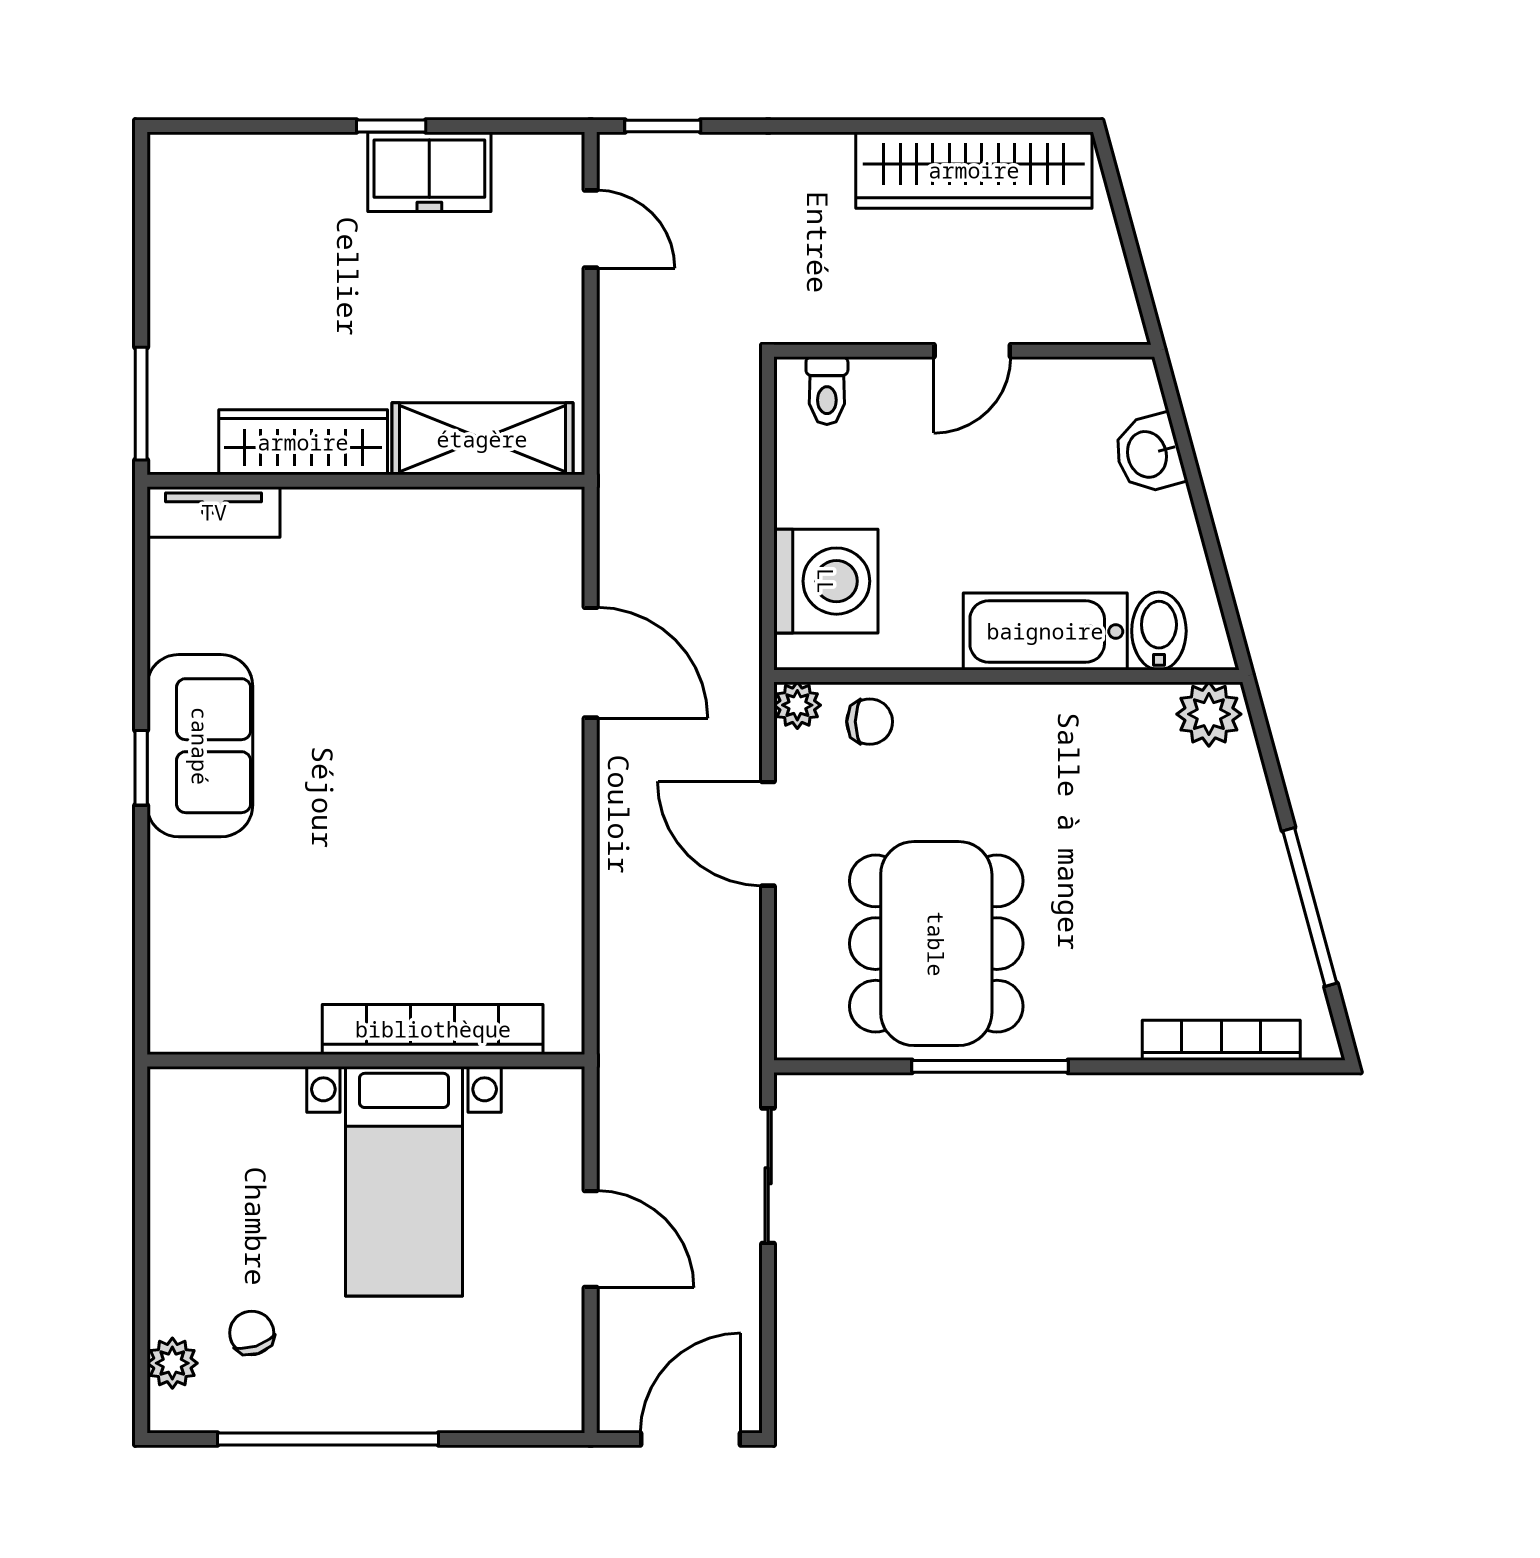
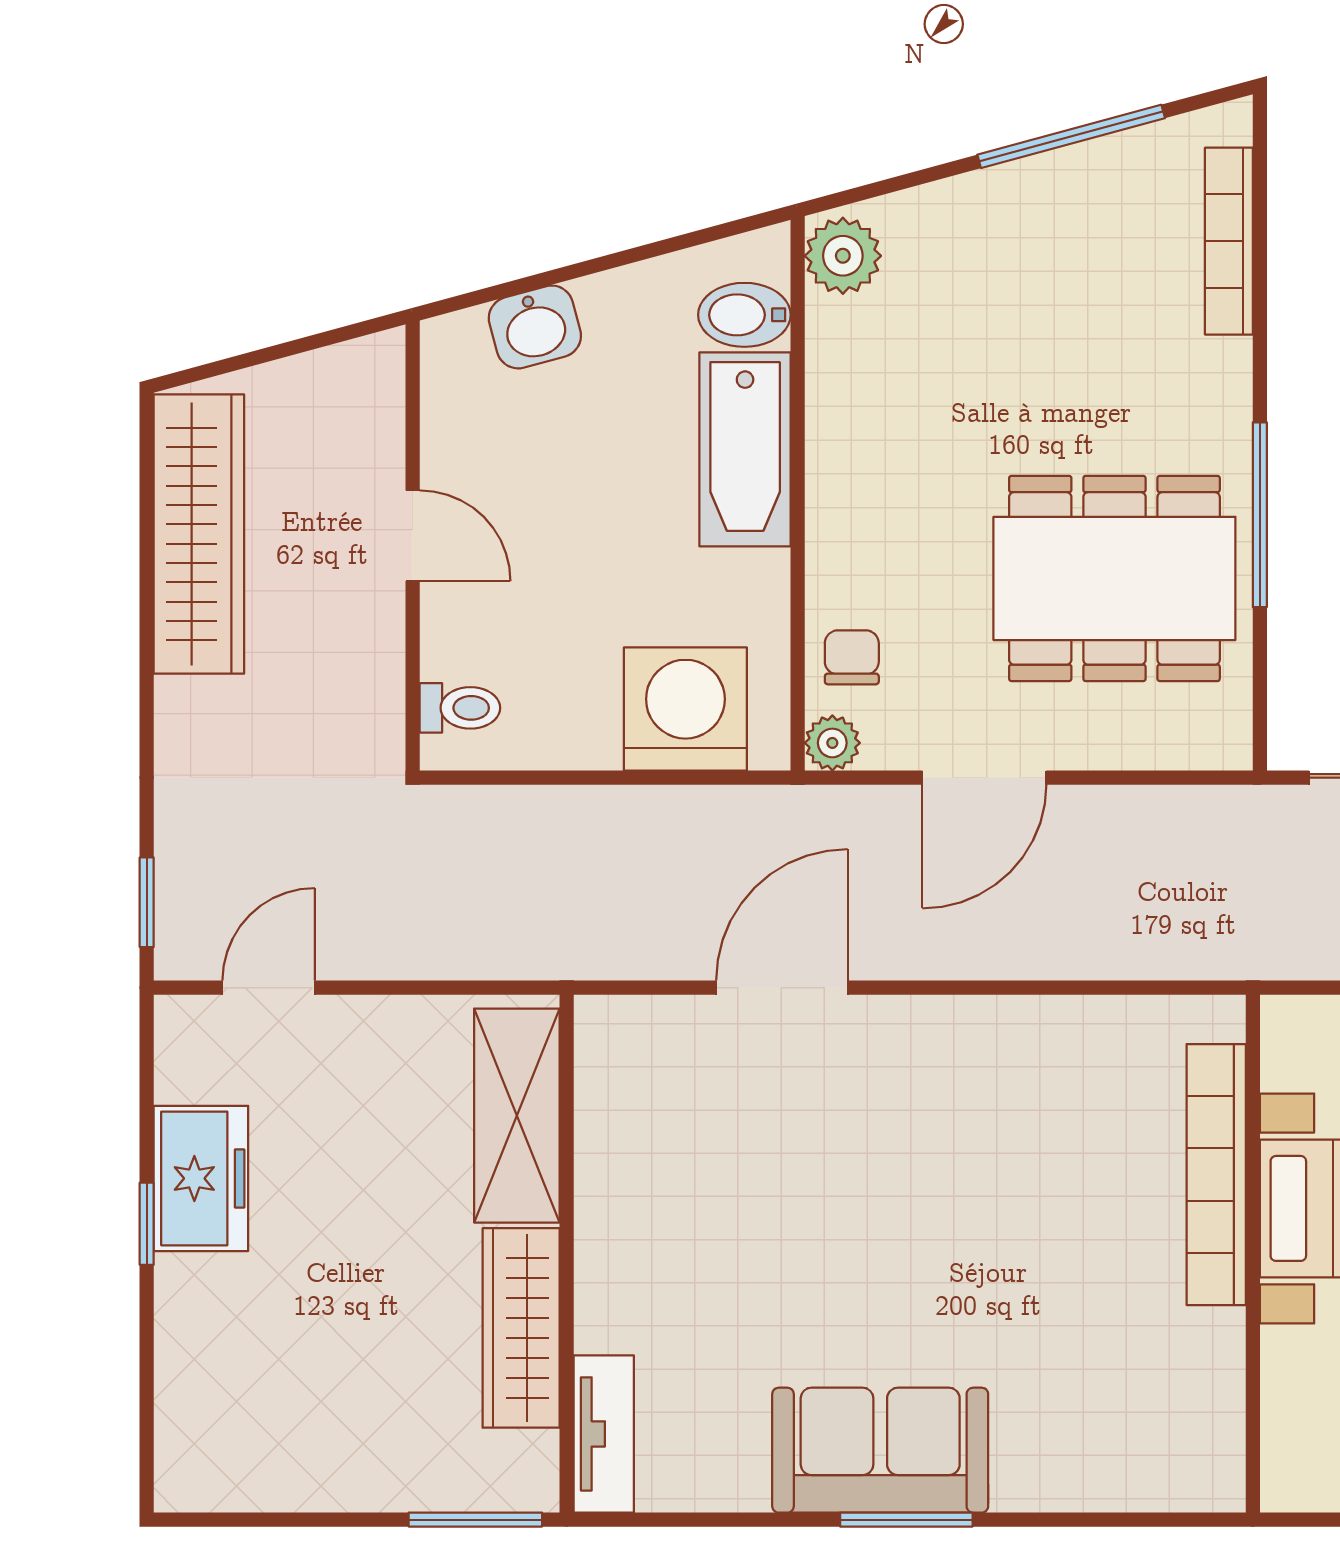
window: (141, 768) -> (906, 1520), width x1.50

